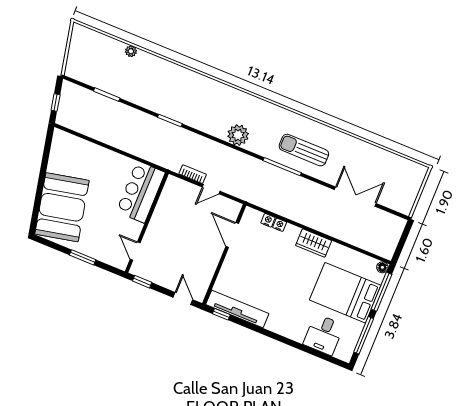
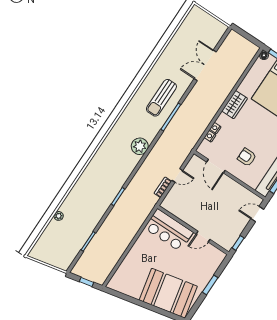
door: (211, 189) -> (177, 175), hinge flipped
door: (232, 235) -> (216, 166), hinge flipped
door: (135, 251) -> (203, 237), moved
armchair: (251, 271) -> (247, 157), added

